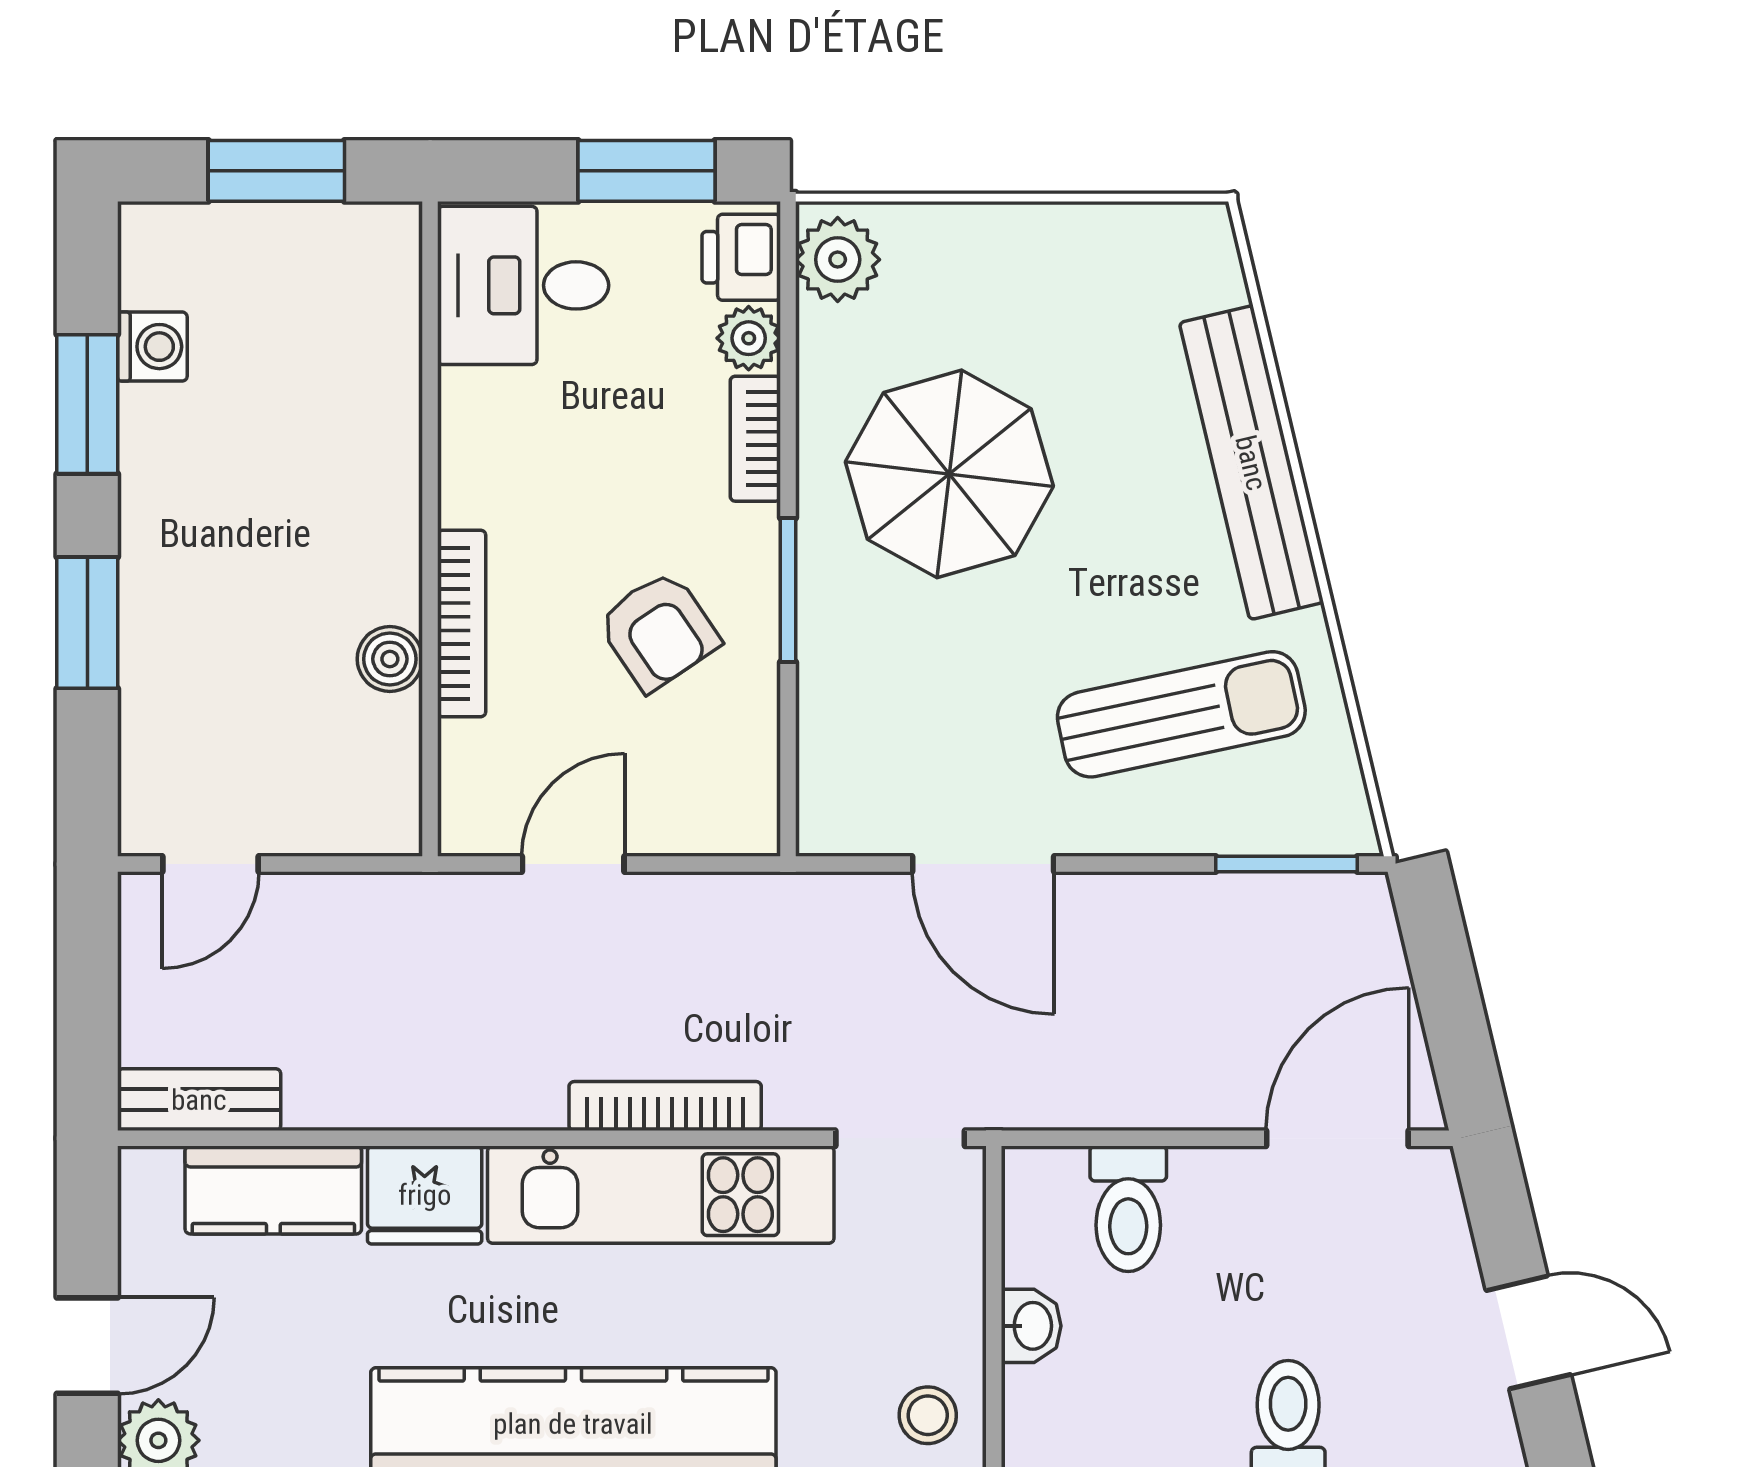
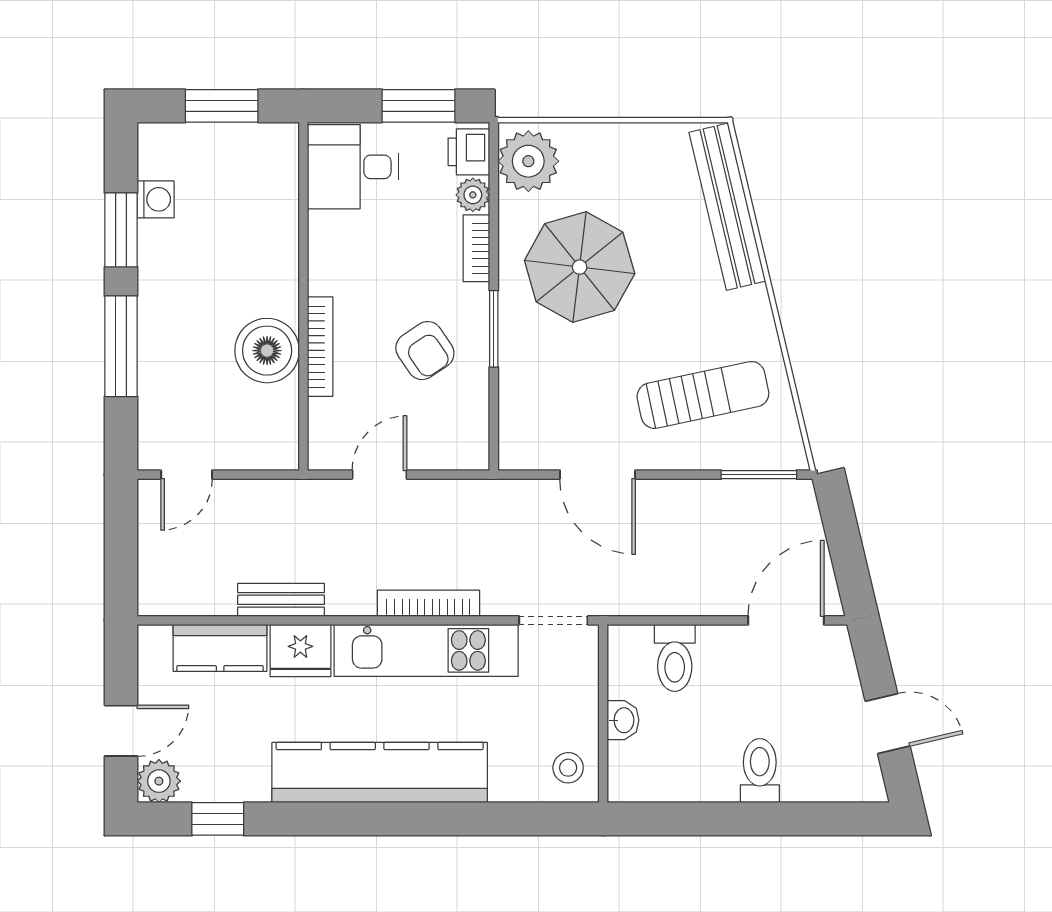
plant: (838, 260) -> (528, 161), width x1.36, depth x1.36
bench: (1251, 463) -> (727, 207), moved
window: (87, 623) -> (121, 346), width x1.44
boiler: (390, 659) -> (267, 351), width x1.86, depth x1.86
bench: (199, 1100) -> (281, 600), moved

